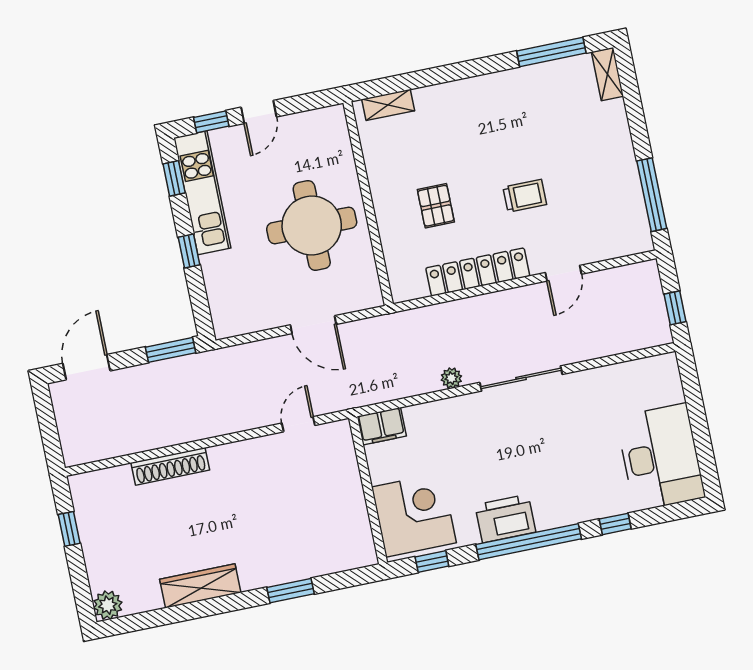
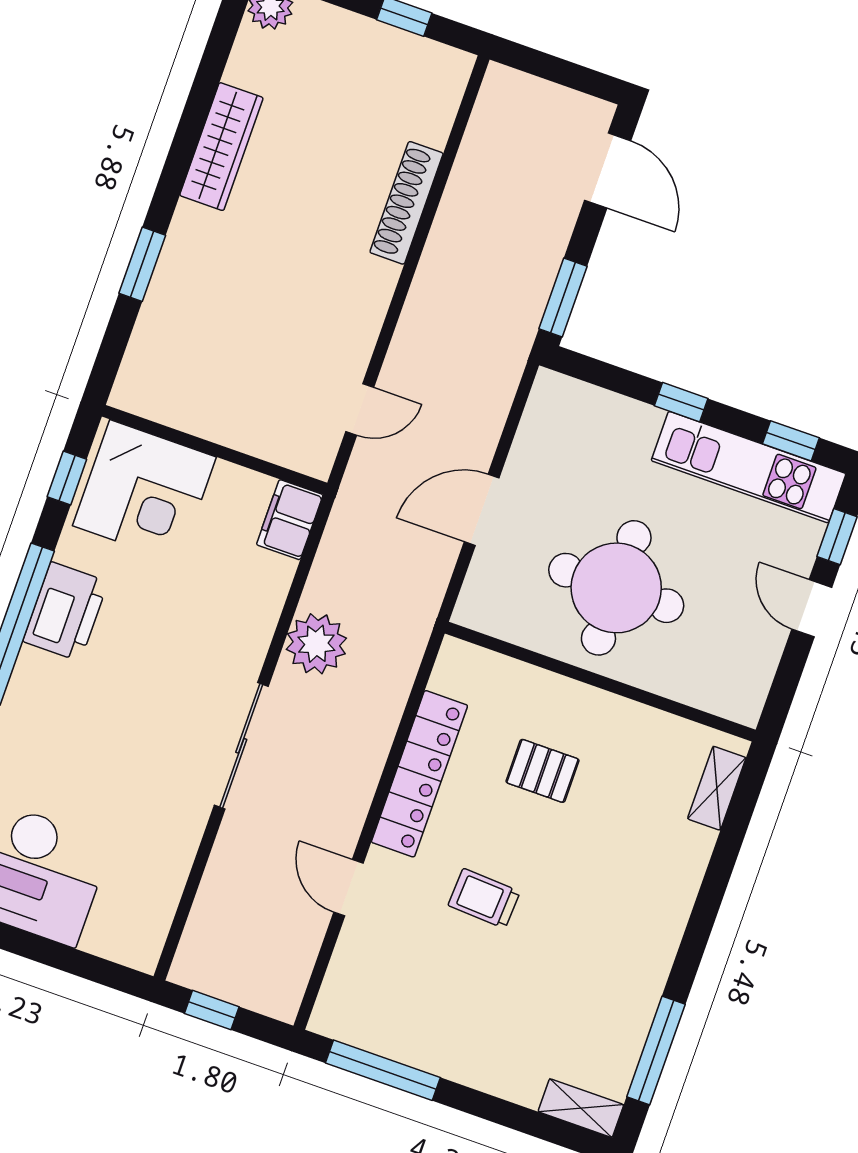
trolley: (525, 196) -> (484, 898), turned 93
plant: (451, 378) -> (316, 644), width x1.88, depth x1.88
door: (298, 424) -> (360, 409), hinge flipped

